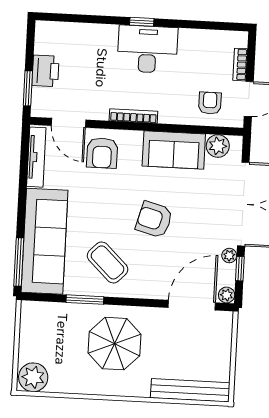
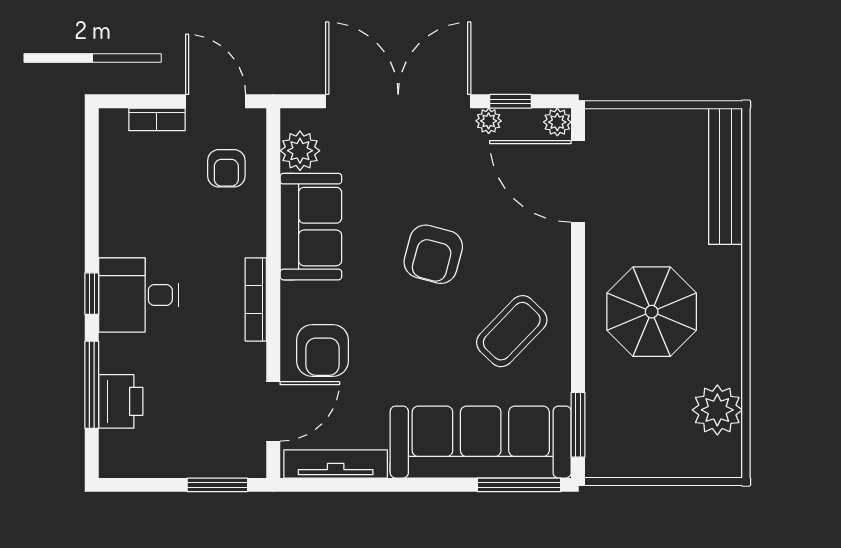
window: (89, 19) -> (92, 385), added
desk: (148, 49) -> (139, 295), width x0.73
printer: (46, 71) -> (121, 401), moved, turned 90
armchair: (210, 103) -> (226, 168), turned -90
armchair: (102, 153) -> (322, 350), turned 90
window: (85, 300) -> (578, 425), moved
plant: (33, 377) -> (717, 410), moved

